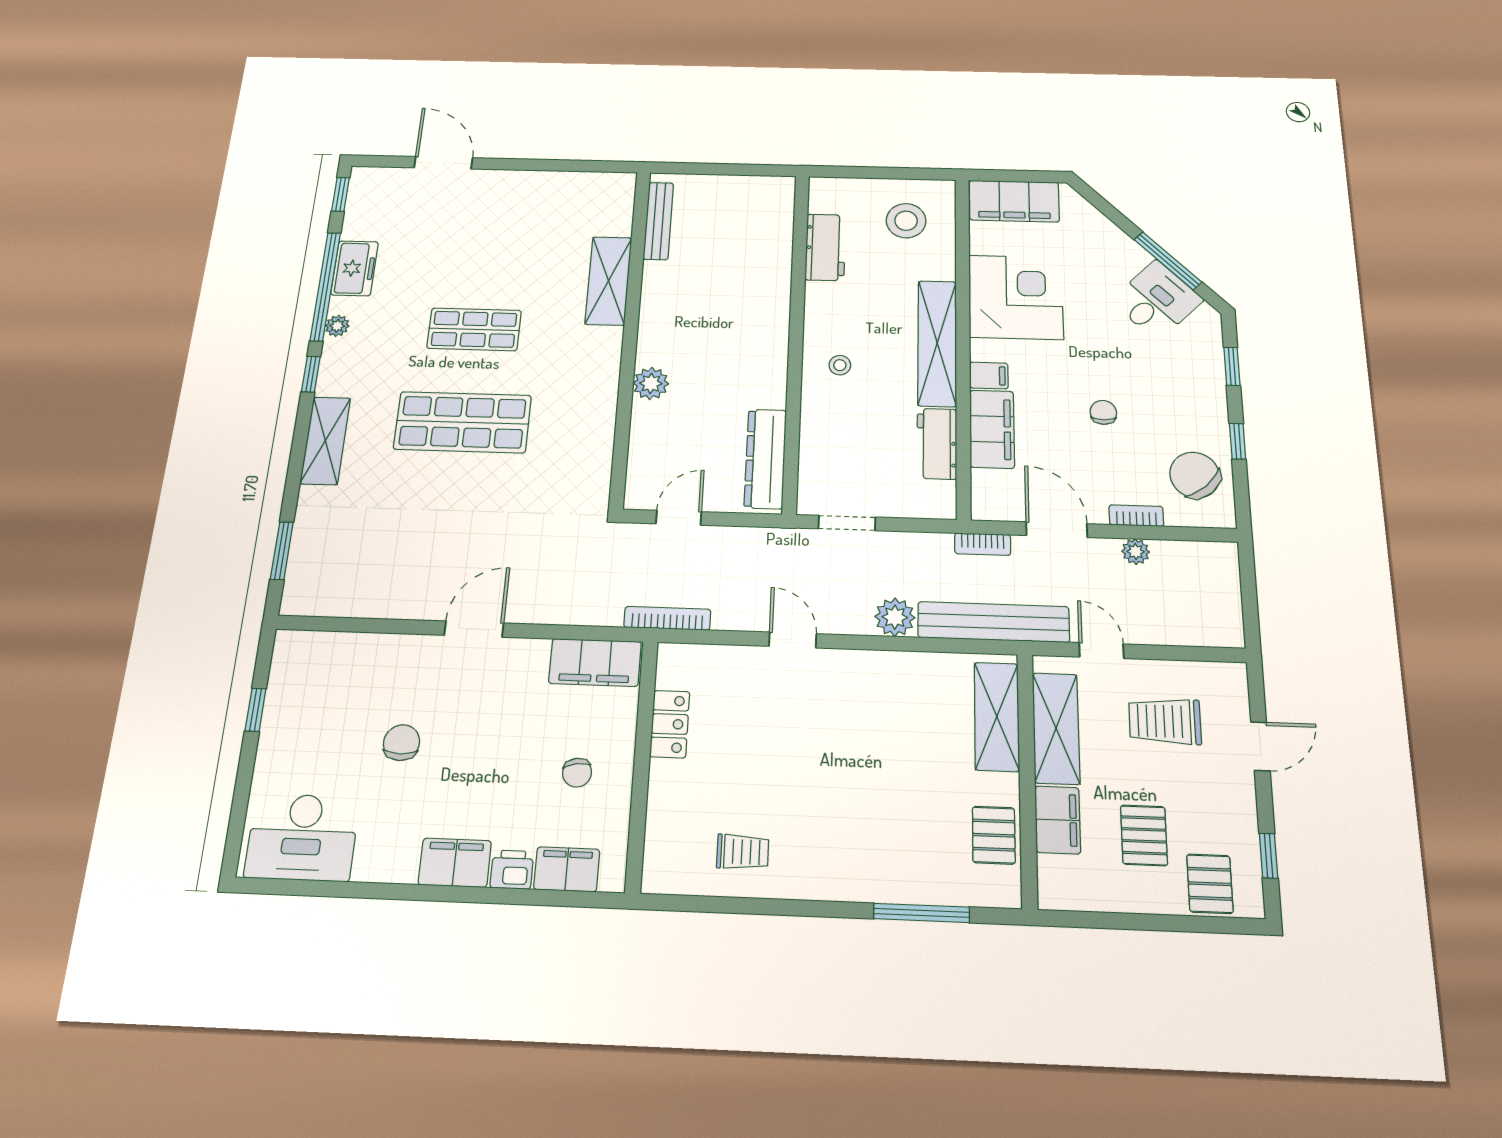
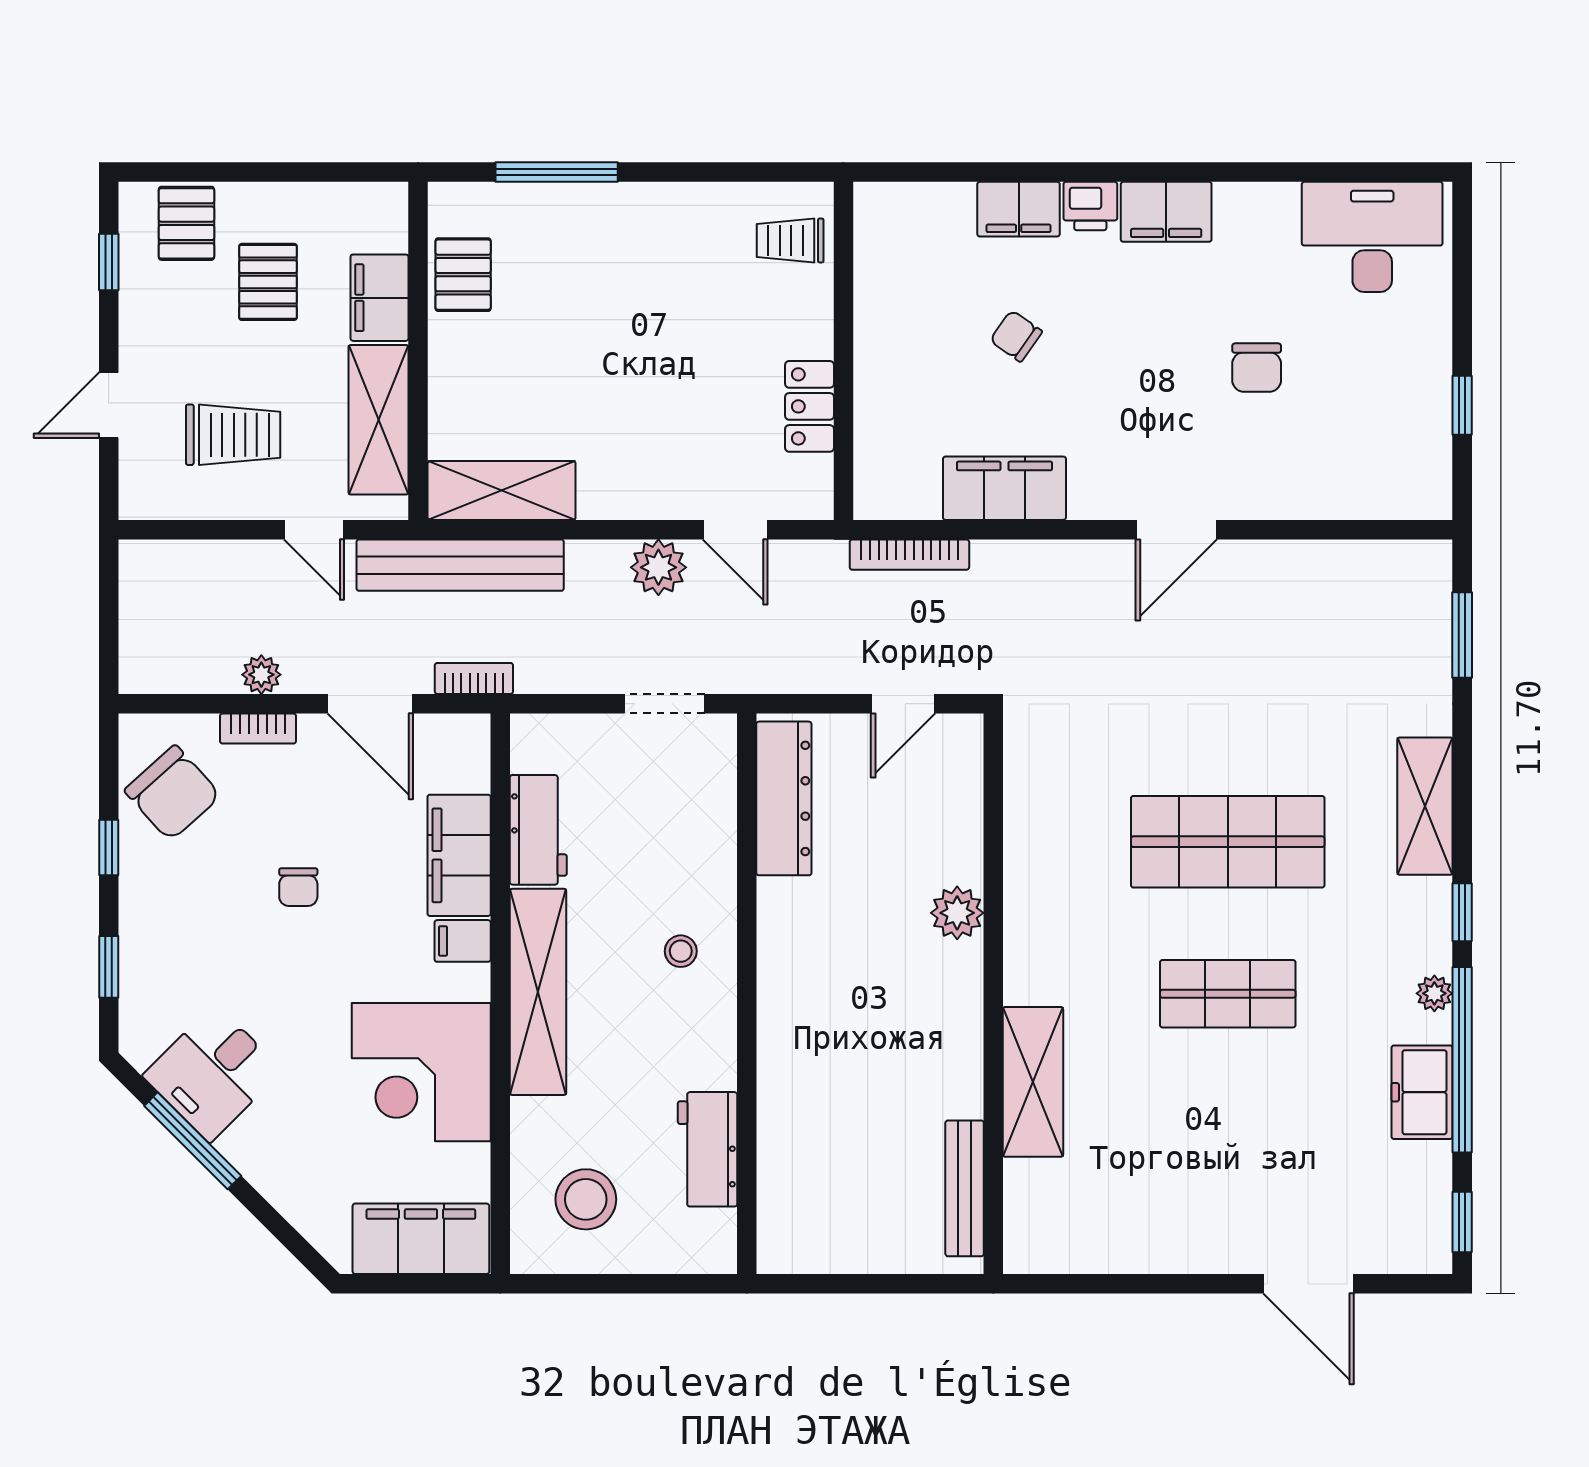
plant: (895, 617) -> (658, 567), moved
shelving: (997, 717) -> (502, 490), moved, turned 90
locker: (670, 724) -> (809, 406), moved
wall: (642, 764) -> (843, 351), moved
chair: (577, 773) -> (1016, 336), turned -46

